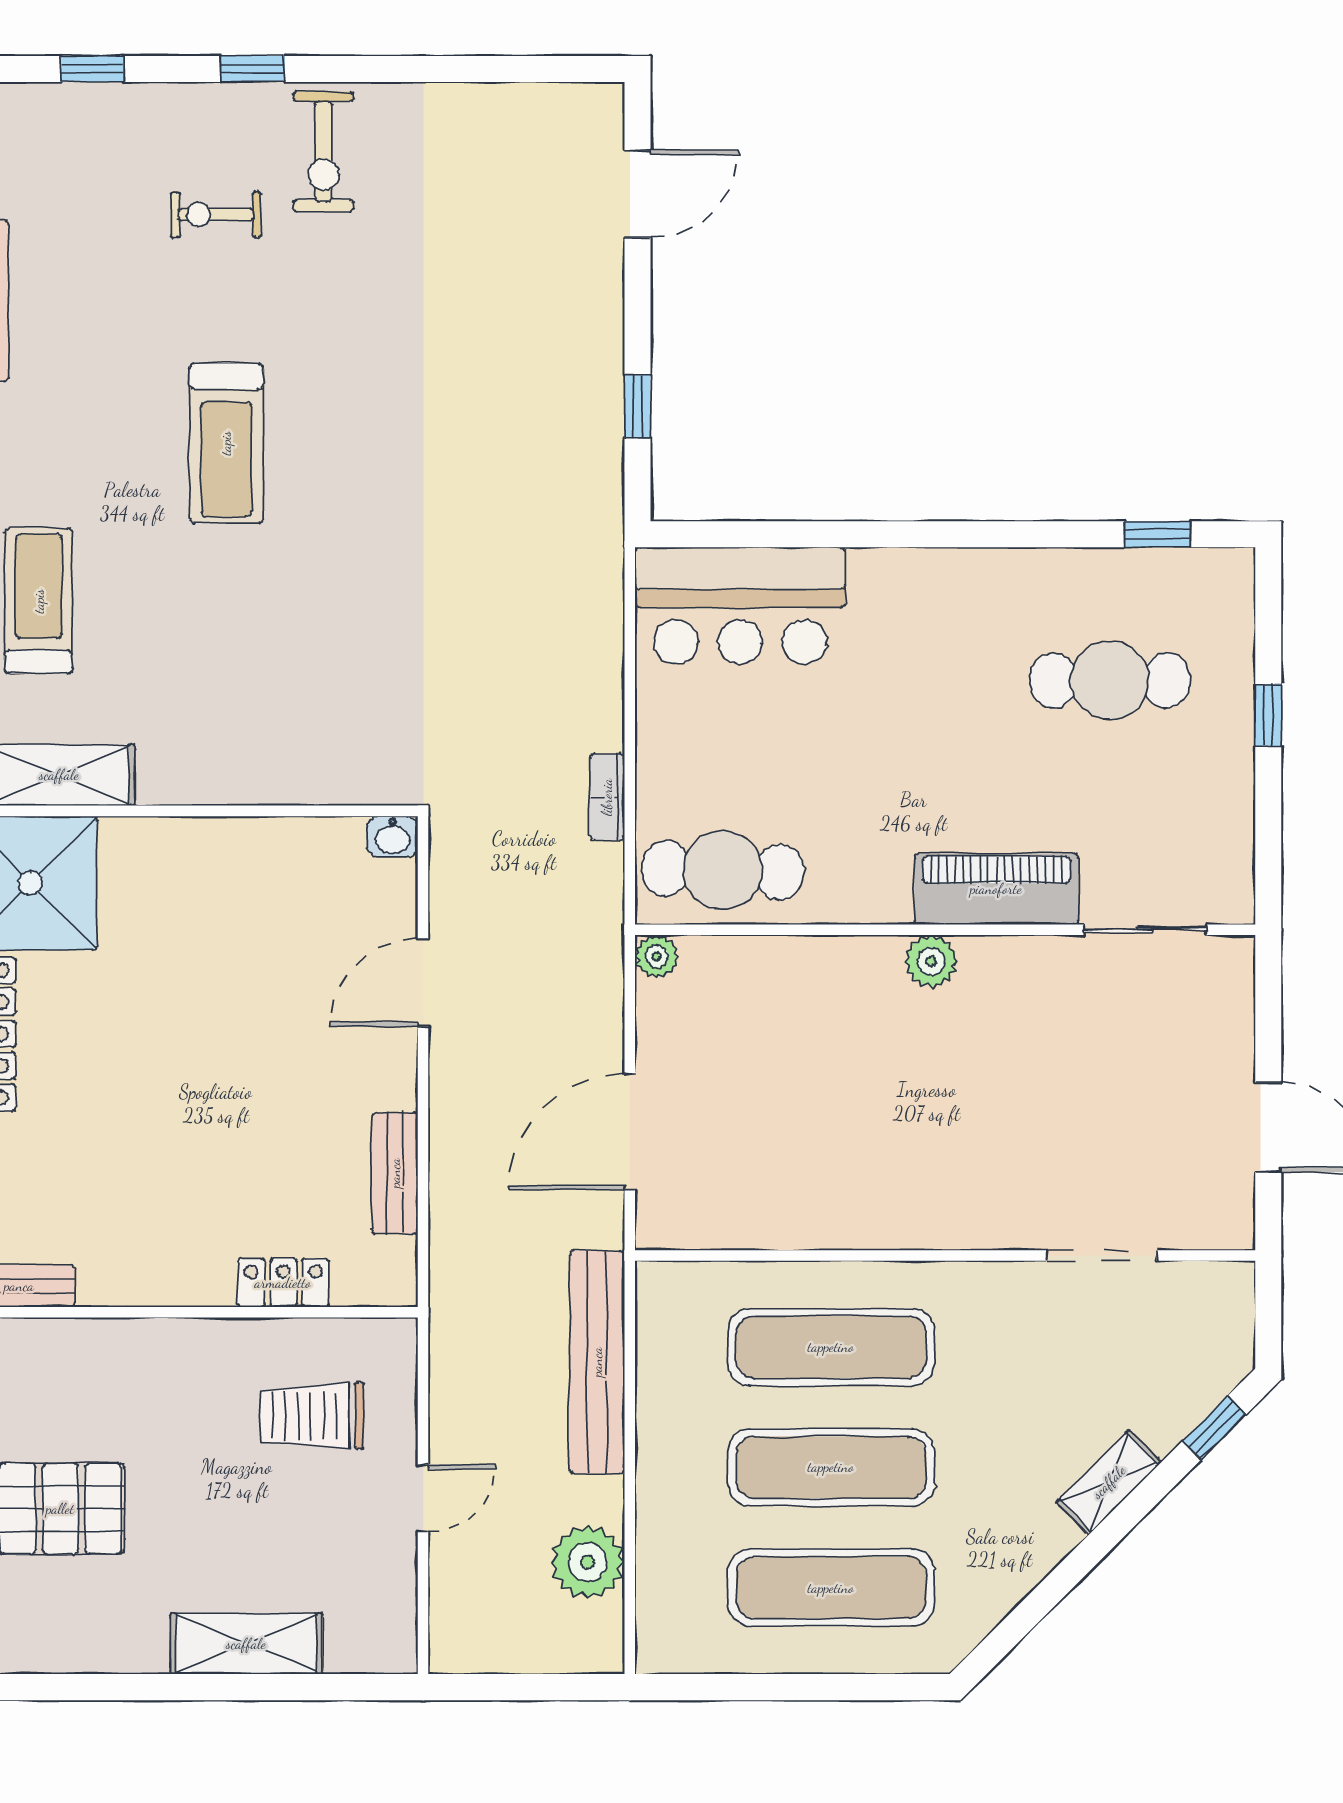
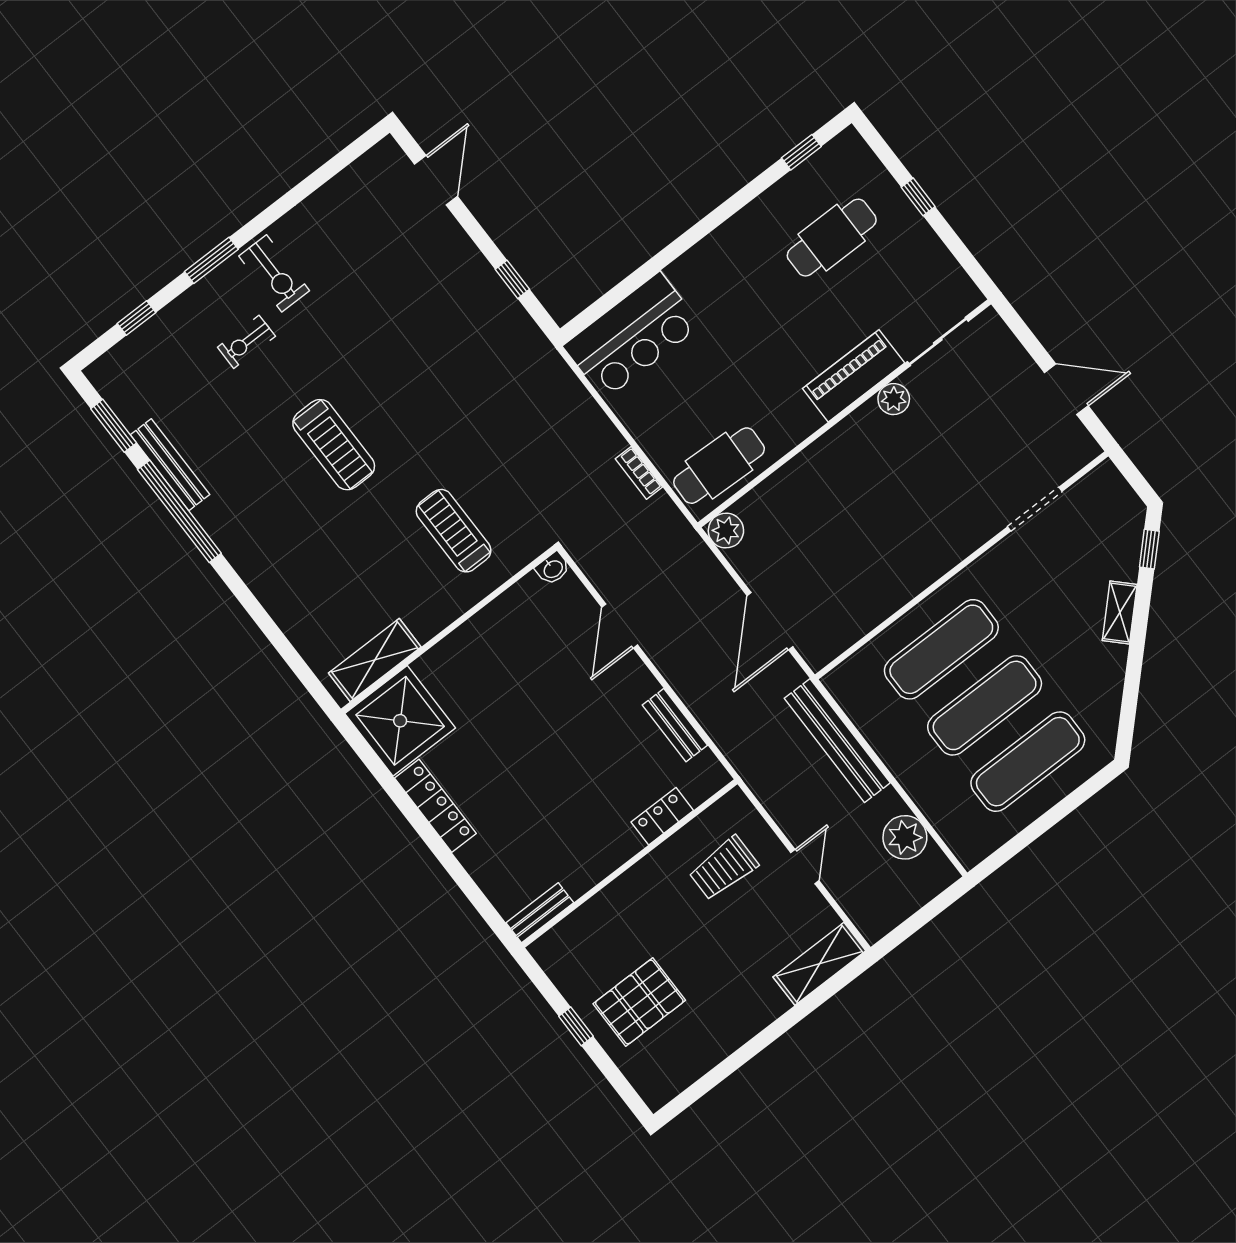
window: (253, 69) -> (211, 260), width x1.50
treadmill: (39, 601) -> (454, 531), moved
plant: (657, 957) -> (726, 531), width x1.38, depth x1.38
plant: (931, 961) -> (894, 399), moved
shelving: (246, 1644) -> (819, 964), moved

